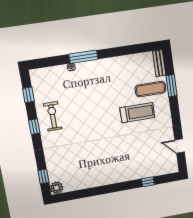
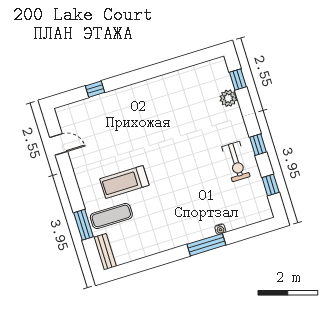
plant: (57, 188) -> (228, 98), moved

